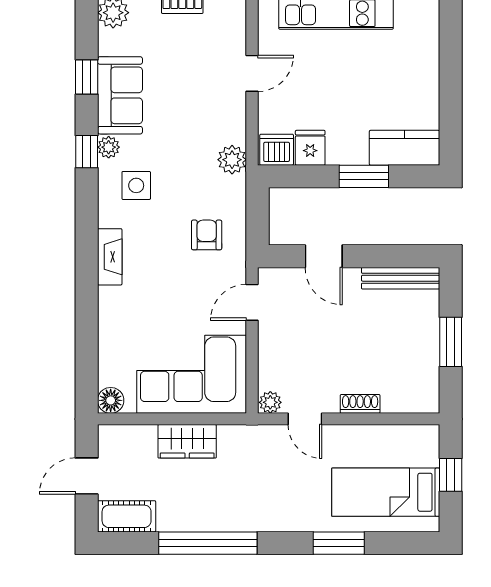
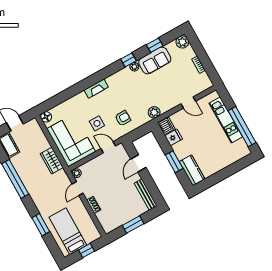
side table: (136, 185) -> (97, 123), moved
wardrobe: (187, 441) -> (52, 161), moved

